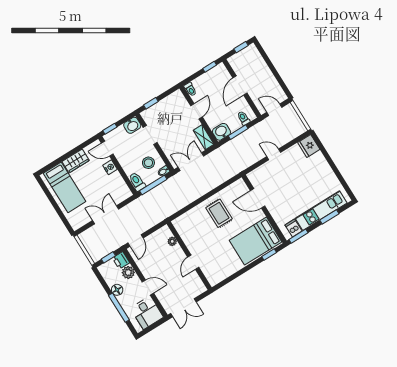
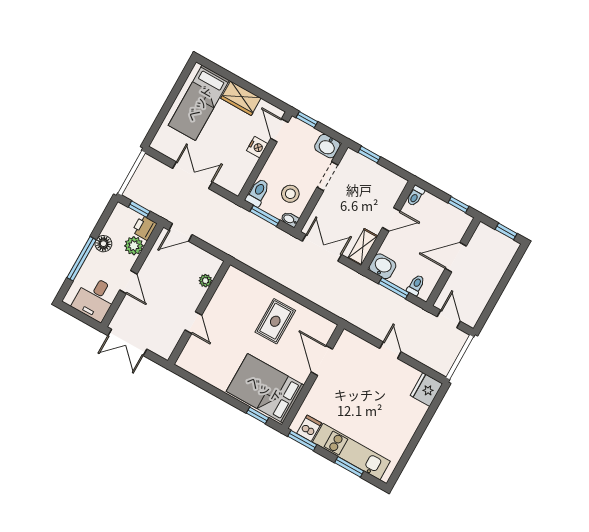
window: (153, 185) -> (265, 216), width x0.69
door: (193, 262) -> (193, 323), swing flipped

